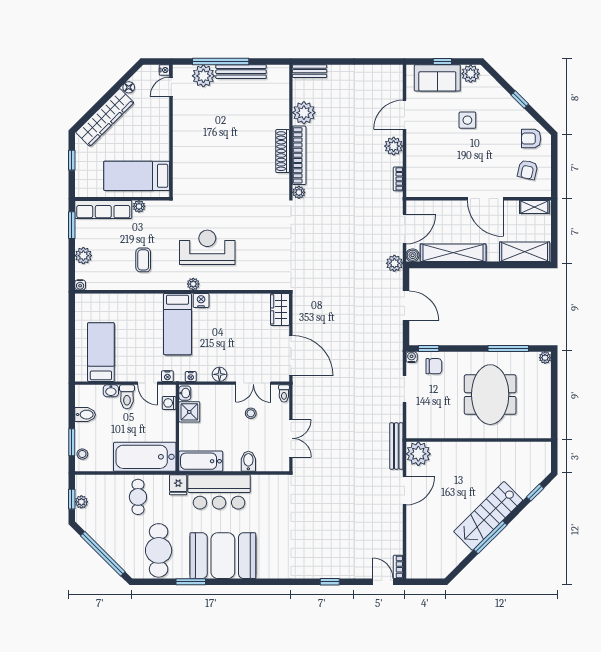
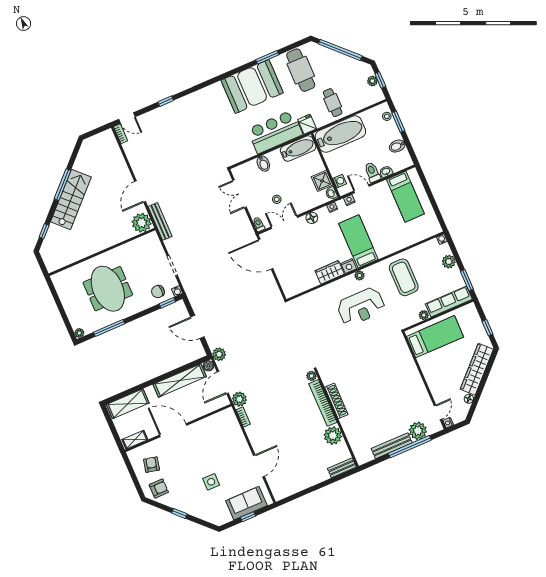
plant: (471, 74) -> (224, 517), removed
plant: (394, 146) -> (239, 399), moved
coffee table: (143, 260) -> (404, 277), width x1.86, depth x1.72
wardrobe: (280, 309) -> (330, 272), moved, turned -90

